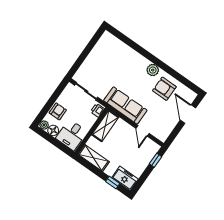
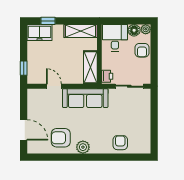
armchair: (123, 54) -> (120, 143), added
armchair: (164, 89) -> (61, 138), turned 180

